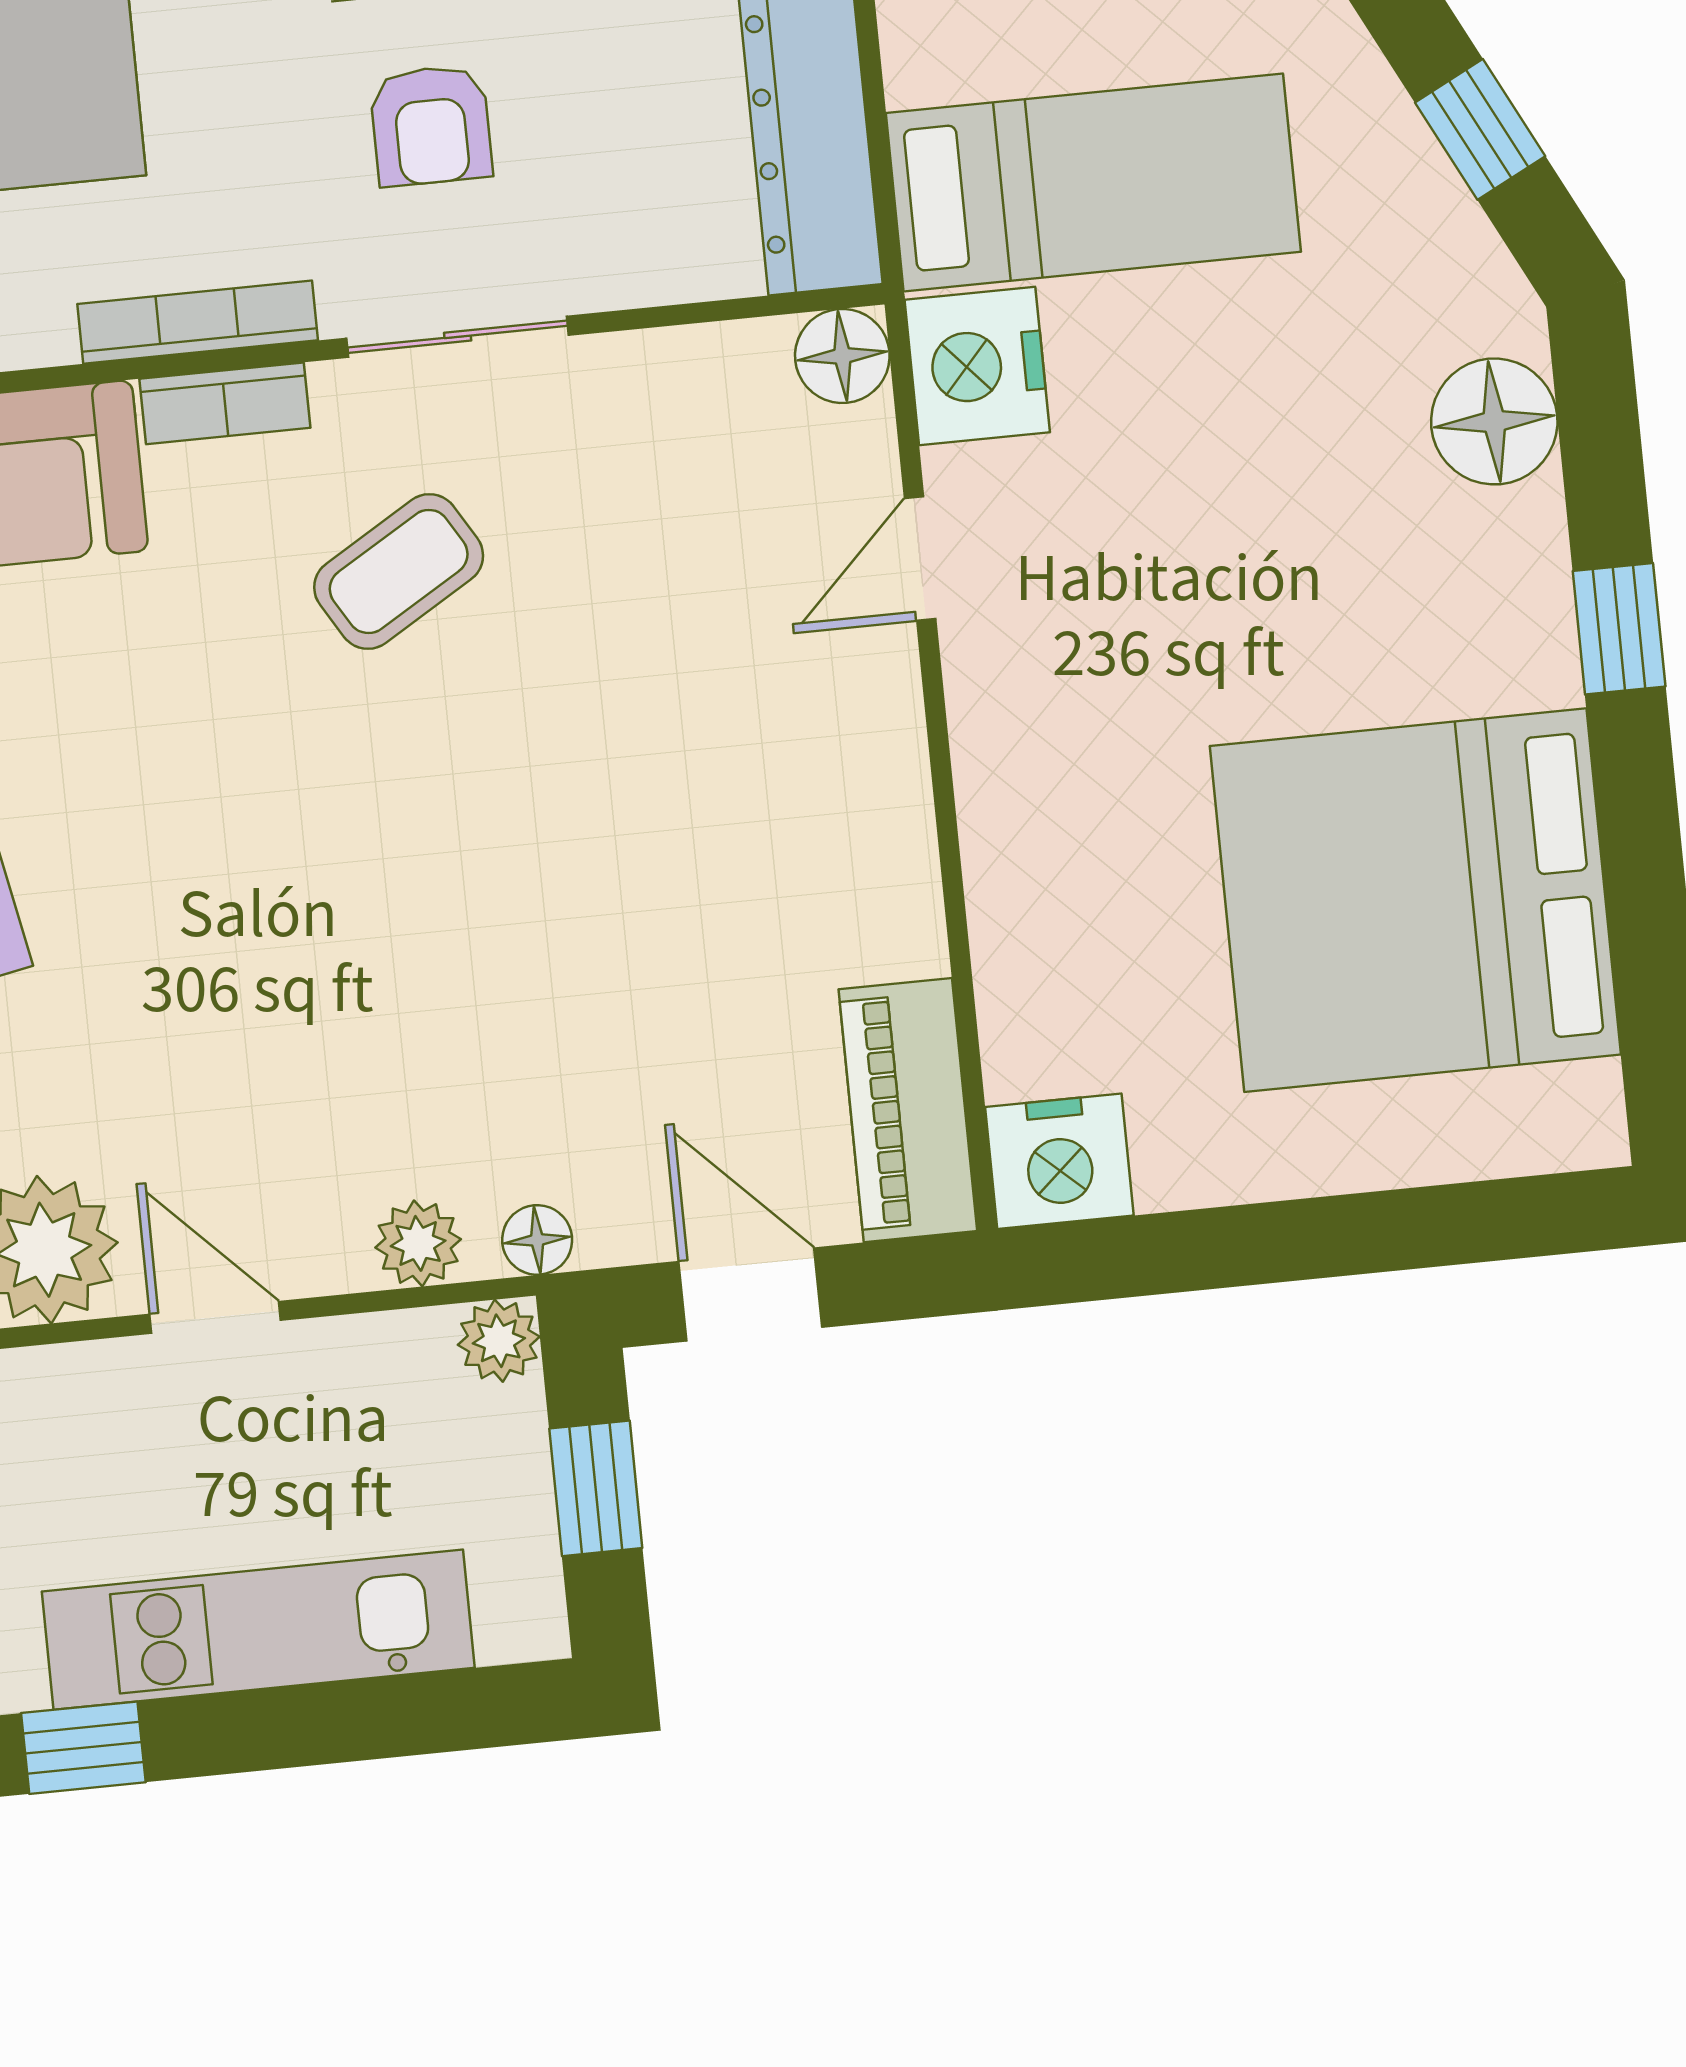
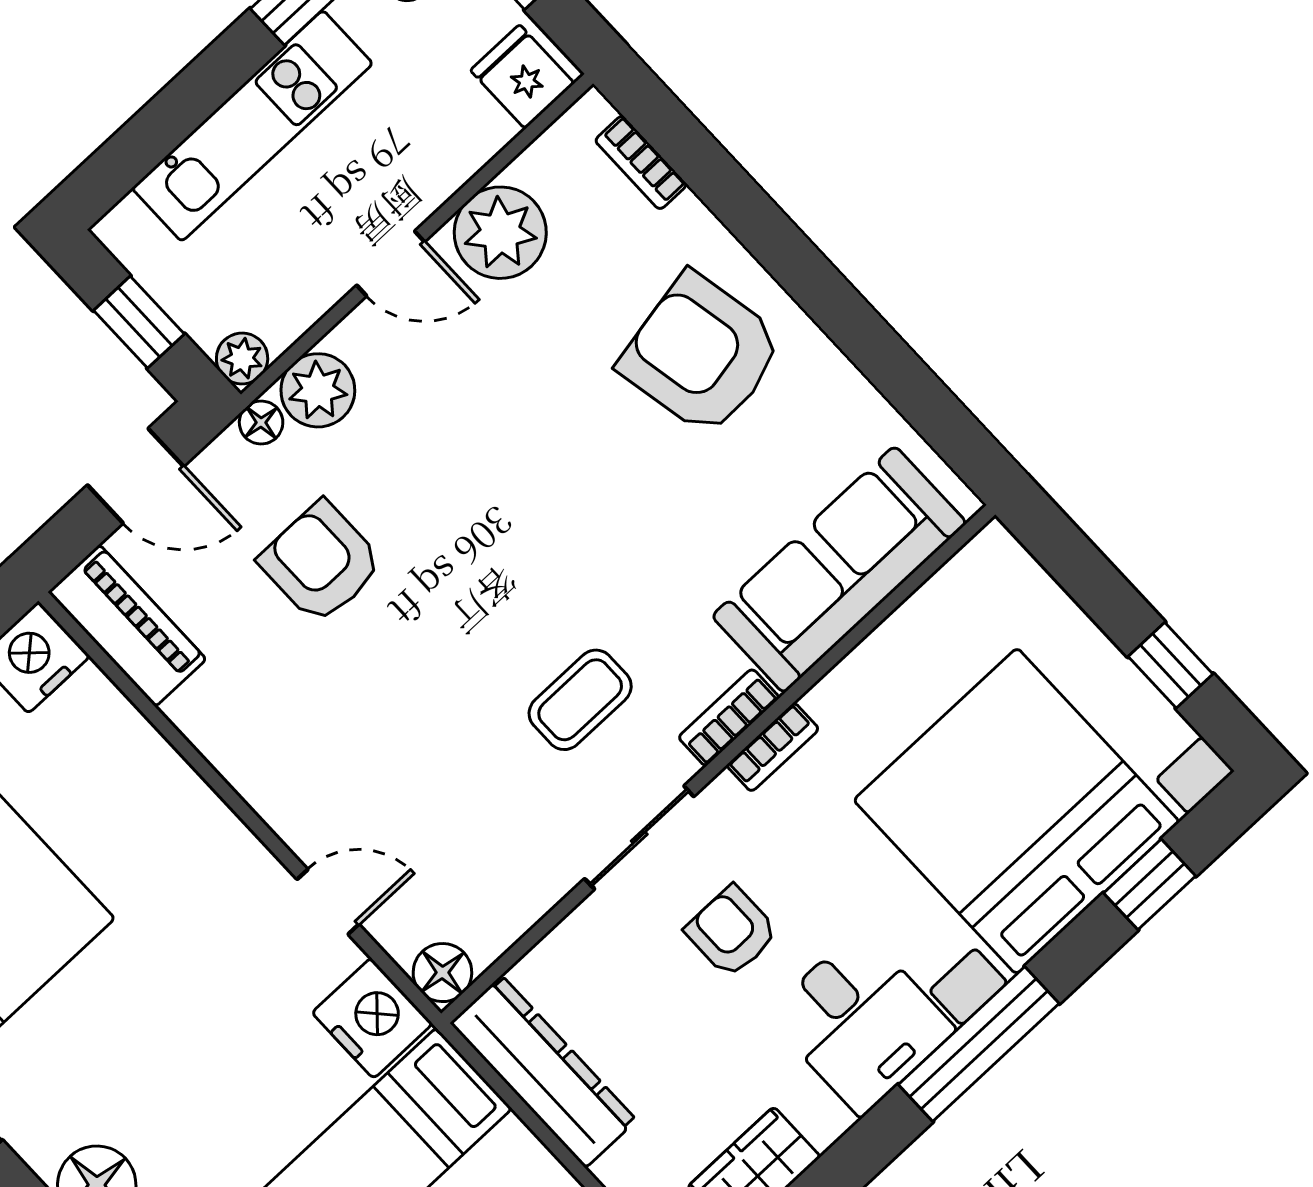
bookcase: (198, 322) -> (773, 747), width x0.64
door: (920, 559) -> (328, 902), hinge flipped
coffee table: (399, 571) -> (580, 700), turned 31
armchair: (597, 1001) -> (321, 563), added
plant: (418, 1243) -> (318, 390), width x1.38, depth x1.38

